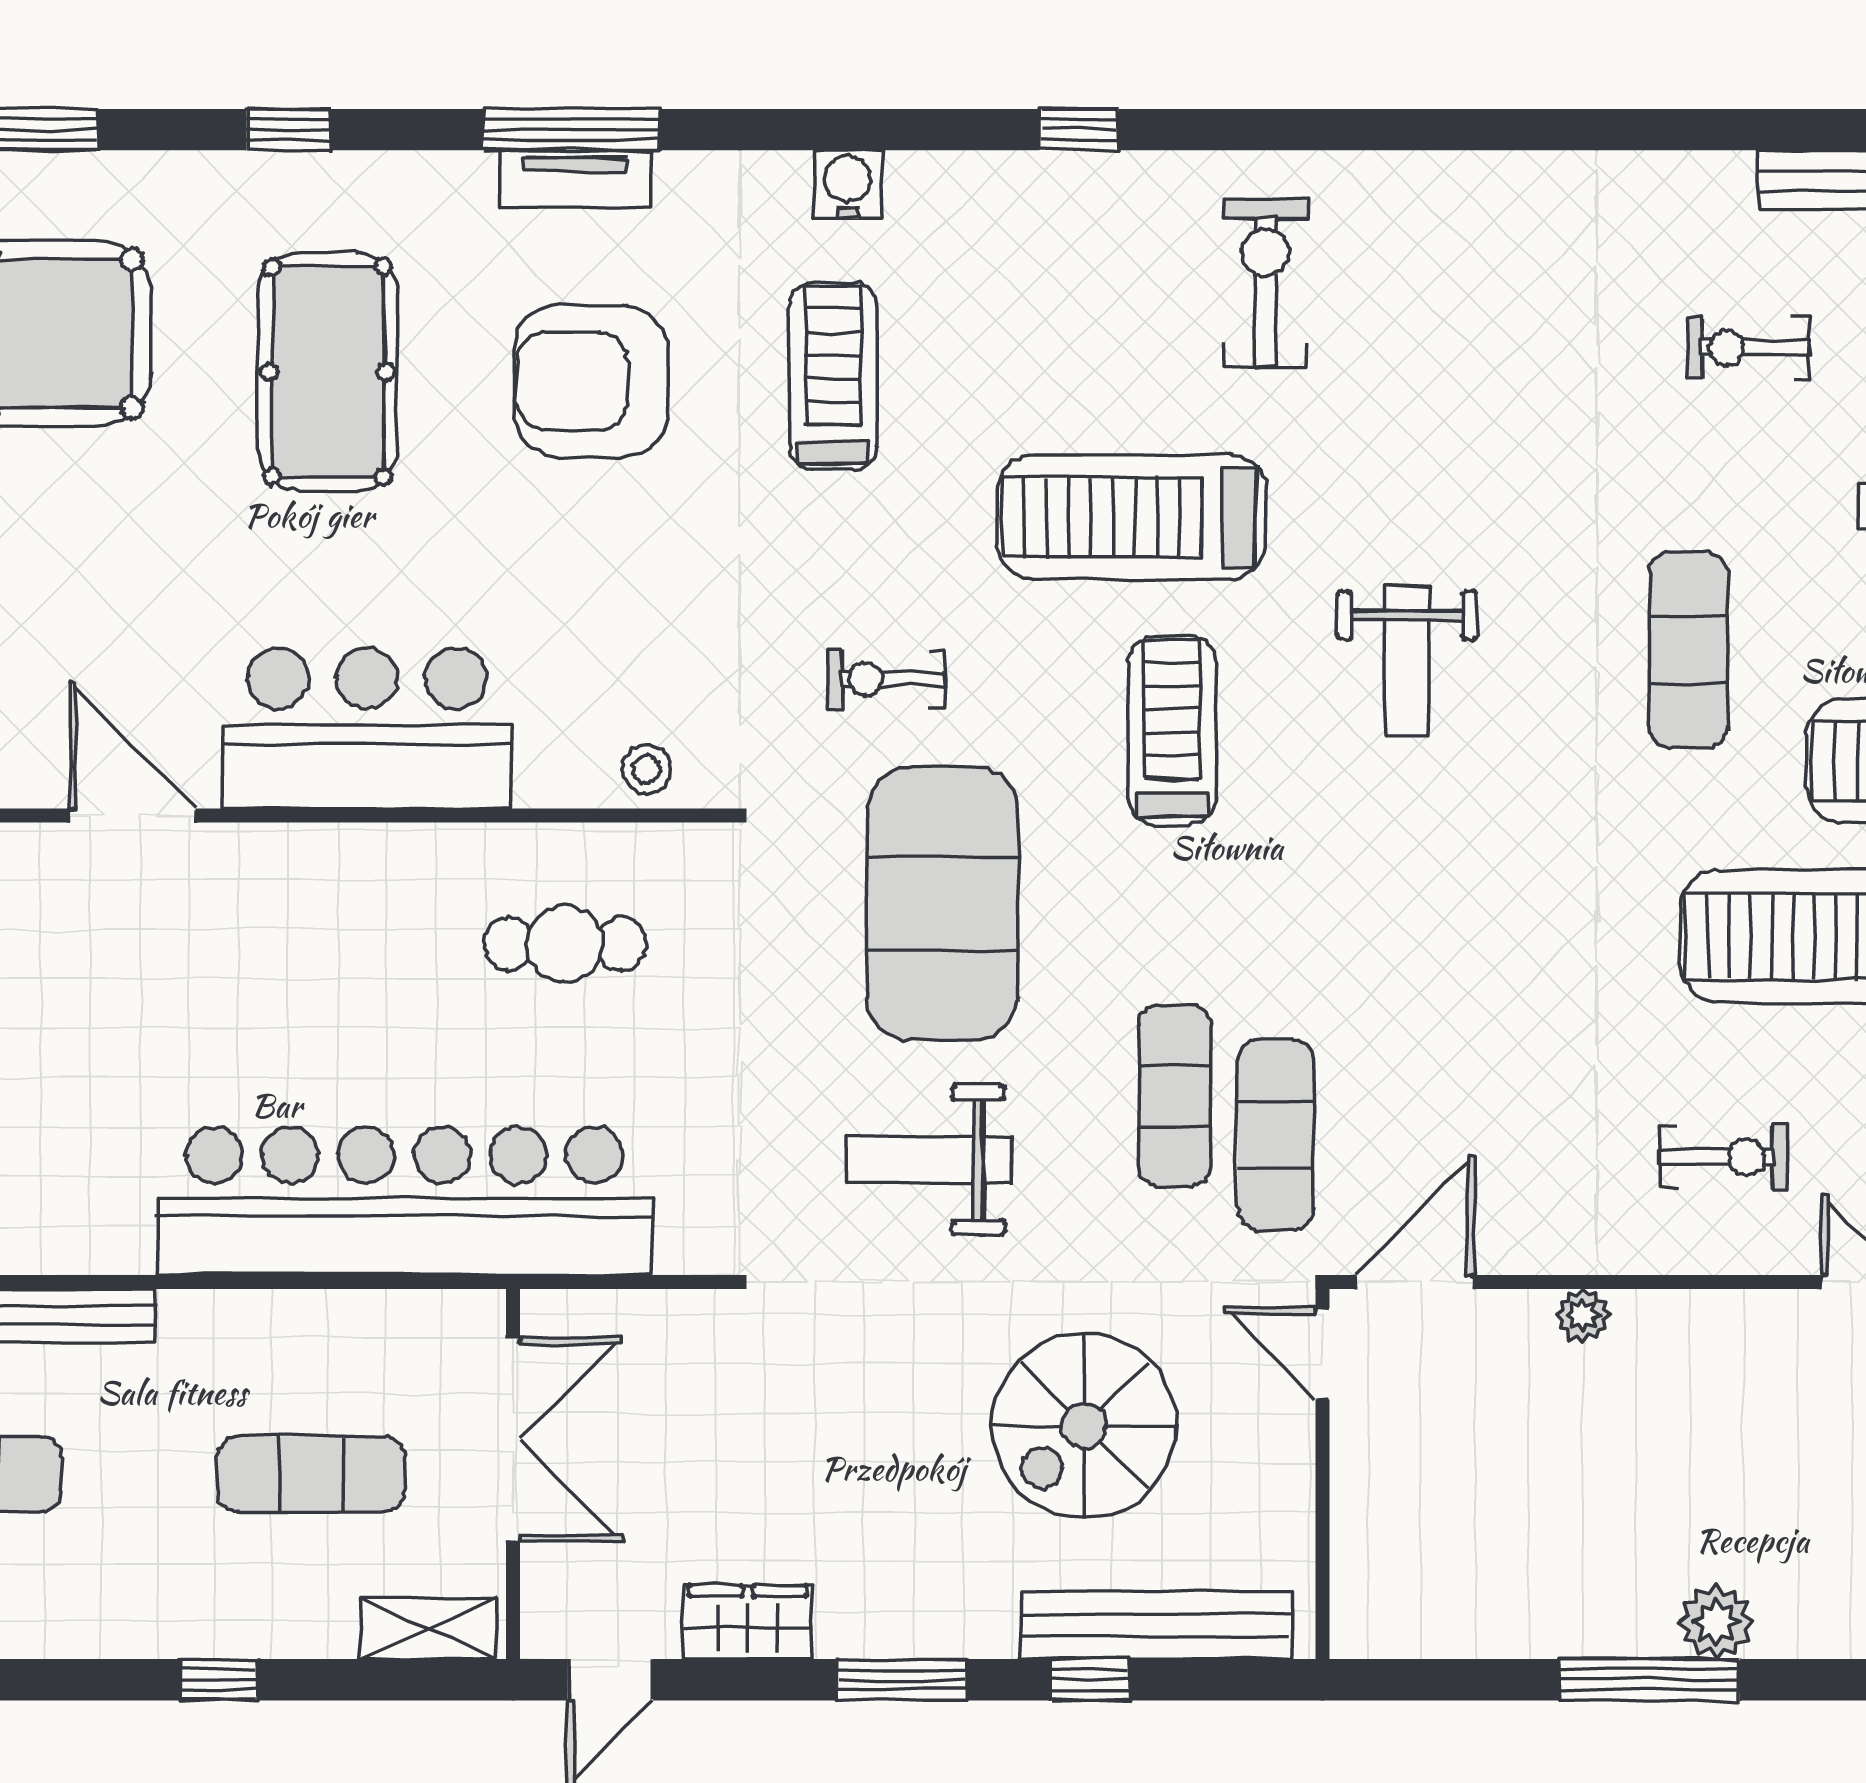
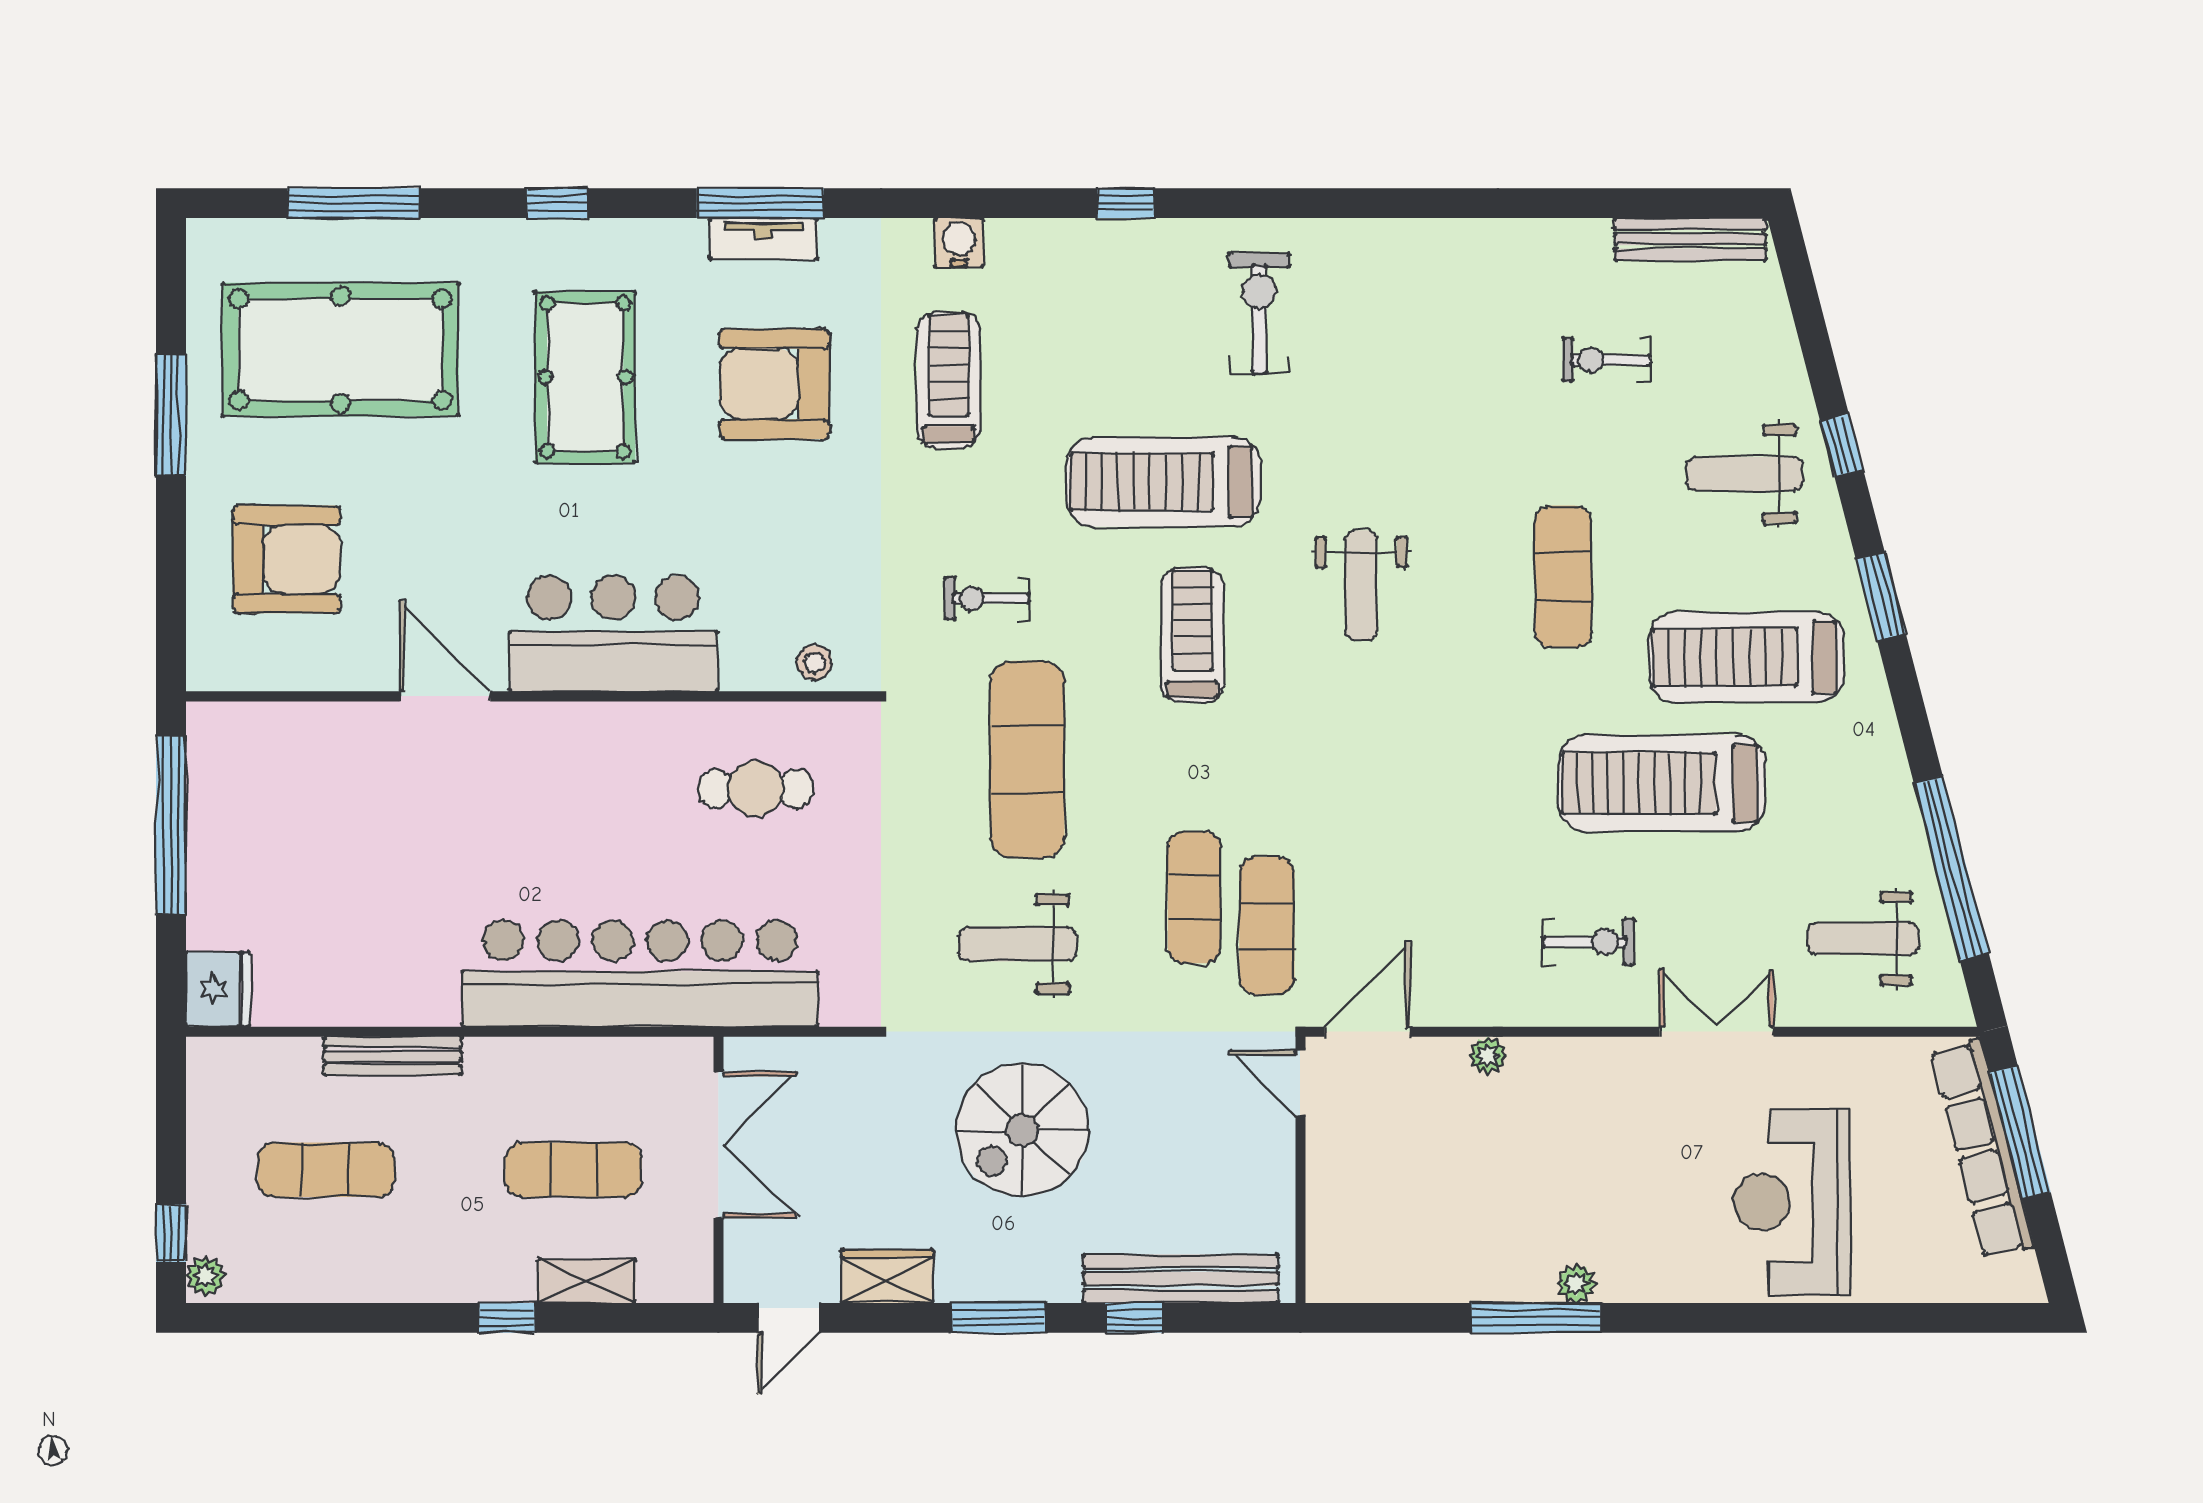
exercise mat: (942, 903) -> (1027, 760), width x0.68
spiral stairs: (1084, 1426) -> (1022, 1130), moved
plant: (1716, 1622) -> (1576, 1284), width x0.73, depth x0.73
shelving: (428, 1629) -> (586, 1281), moved

